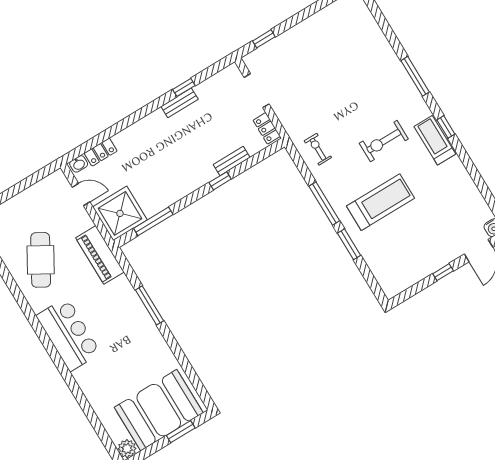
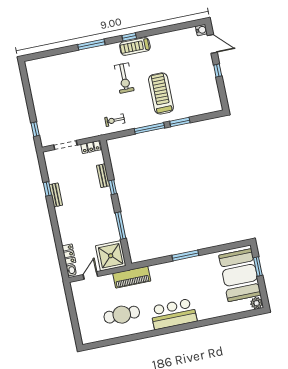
window: (153, 221) -> (121, 226), moved
cafe table: (41, 260) -> (122, 315), turned -30
window: (149, 305) -> (185, 255), moved

